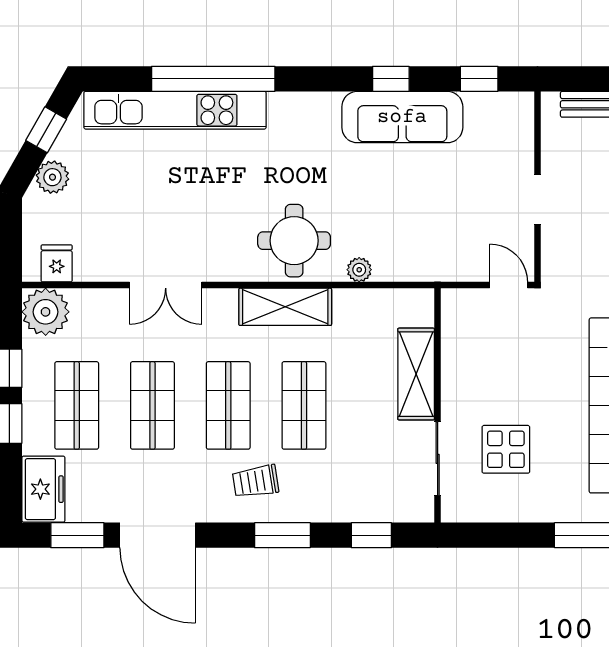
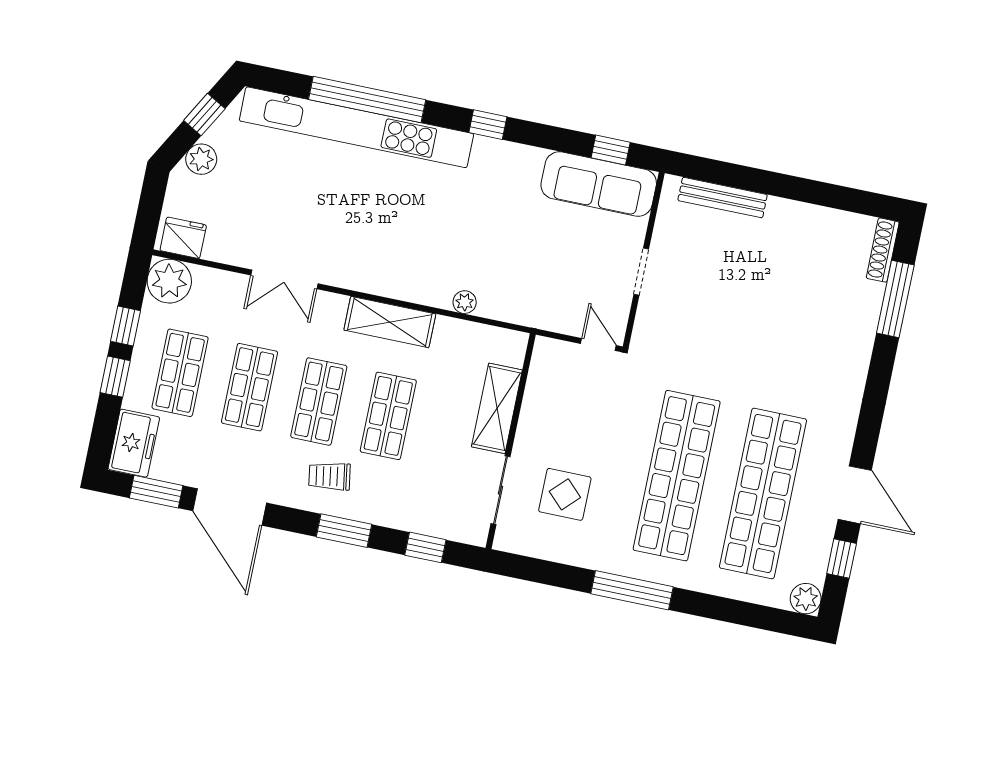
window: (391, 79) -> (488, 125), moved
kitchen unit: (175, 110) -> (356, 127), width x1.36
sofa: (402, 117) -> (599, 184), moved
round table: (294, 241) -> (410, 263), removed
fridge: (57, 263) -> (183, 238), width x1.38

